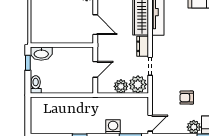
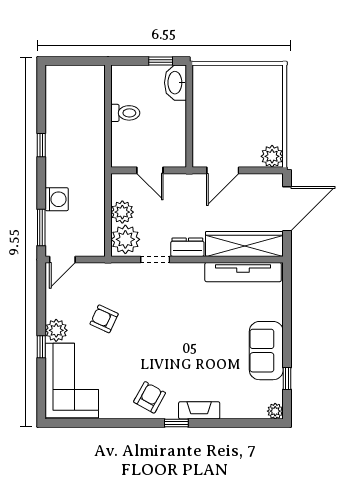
toilet: (36, 85) -> (125, 113), moved
armchair: (187, 98) -> (104, 319), turned -65
door: (150, 123) -> (62, 259), hinge flipped

